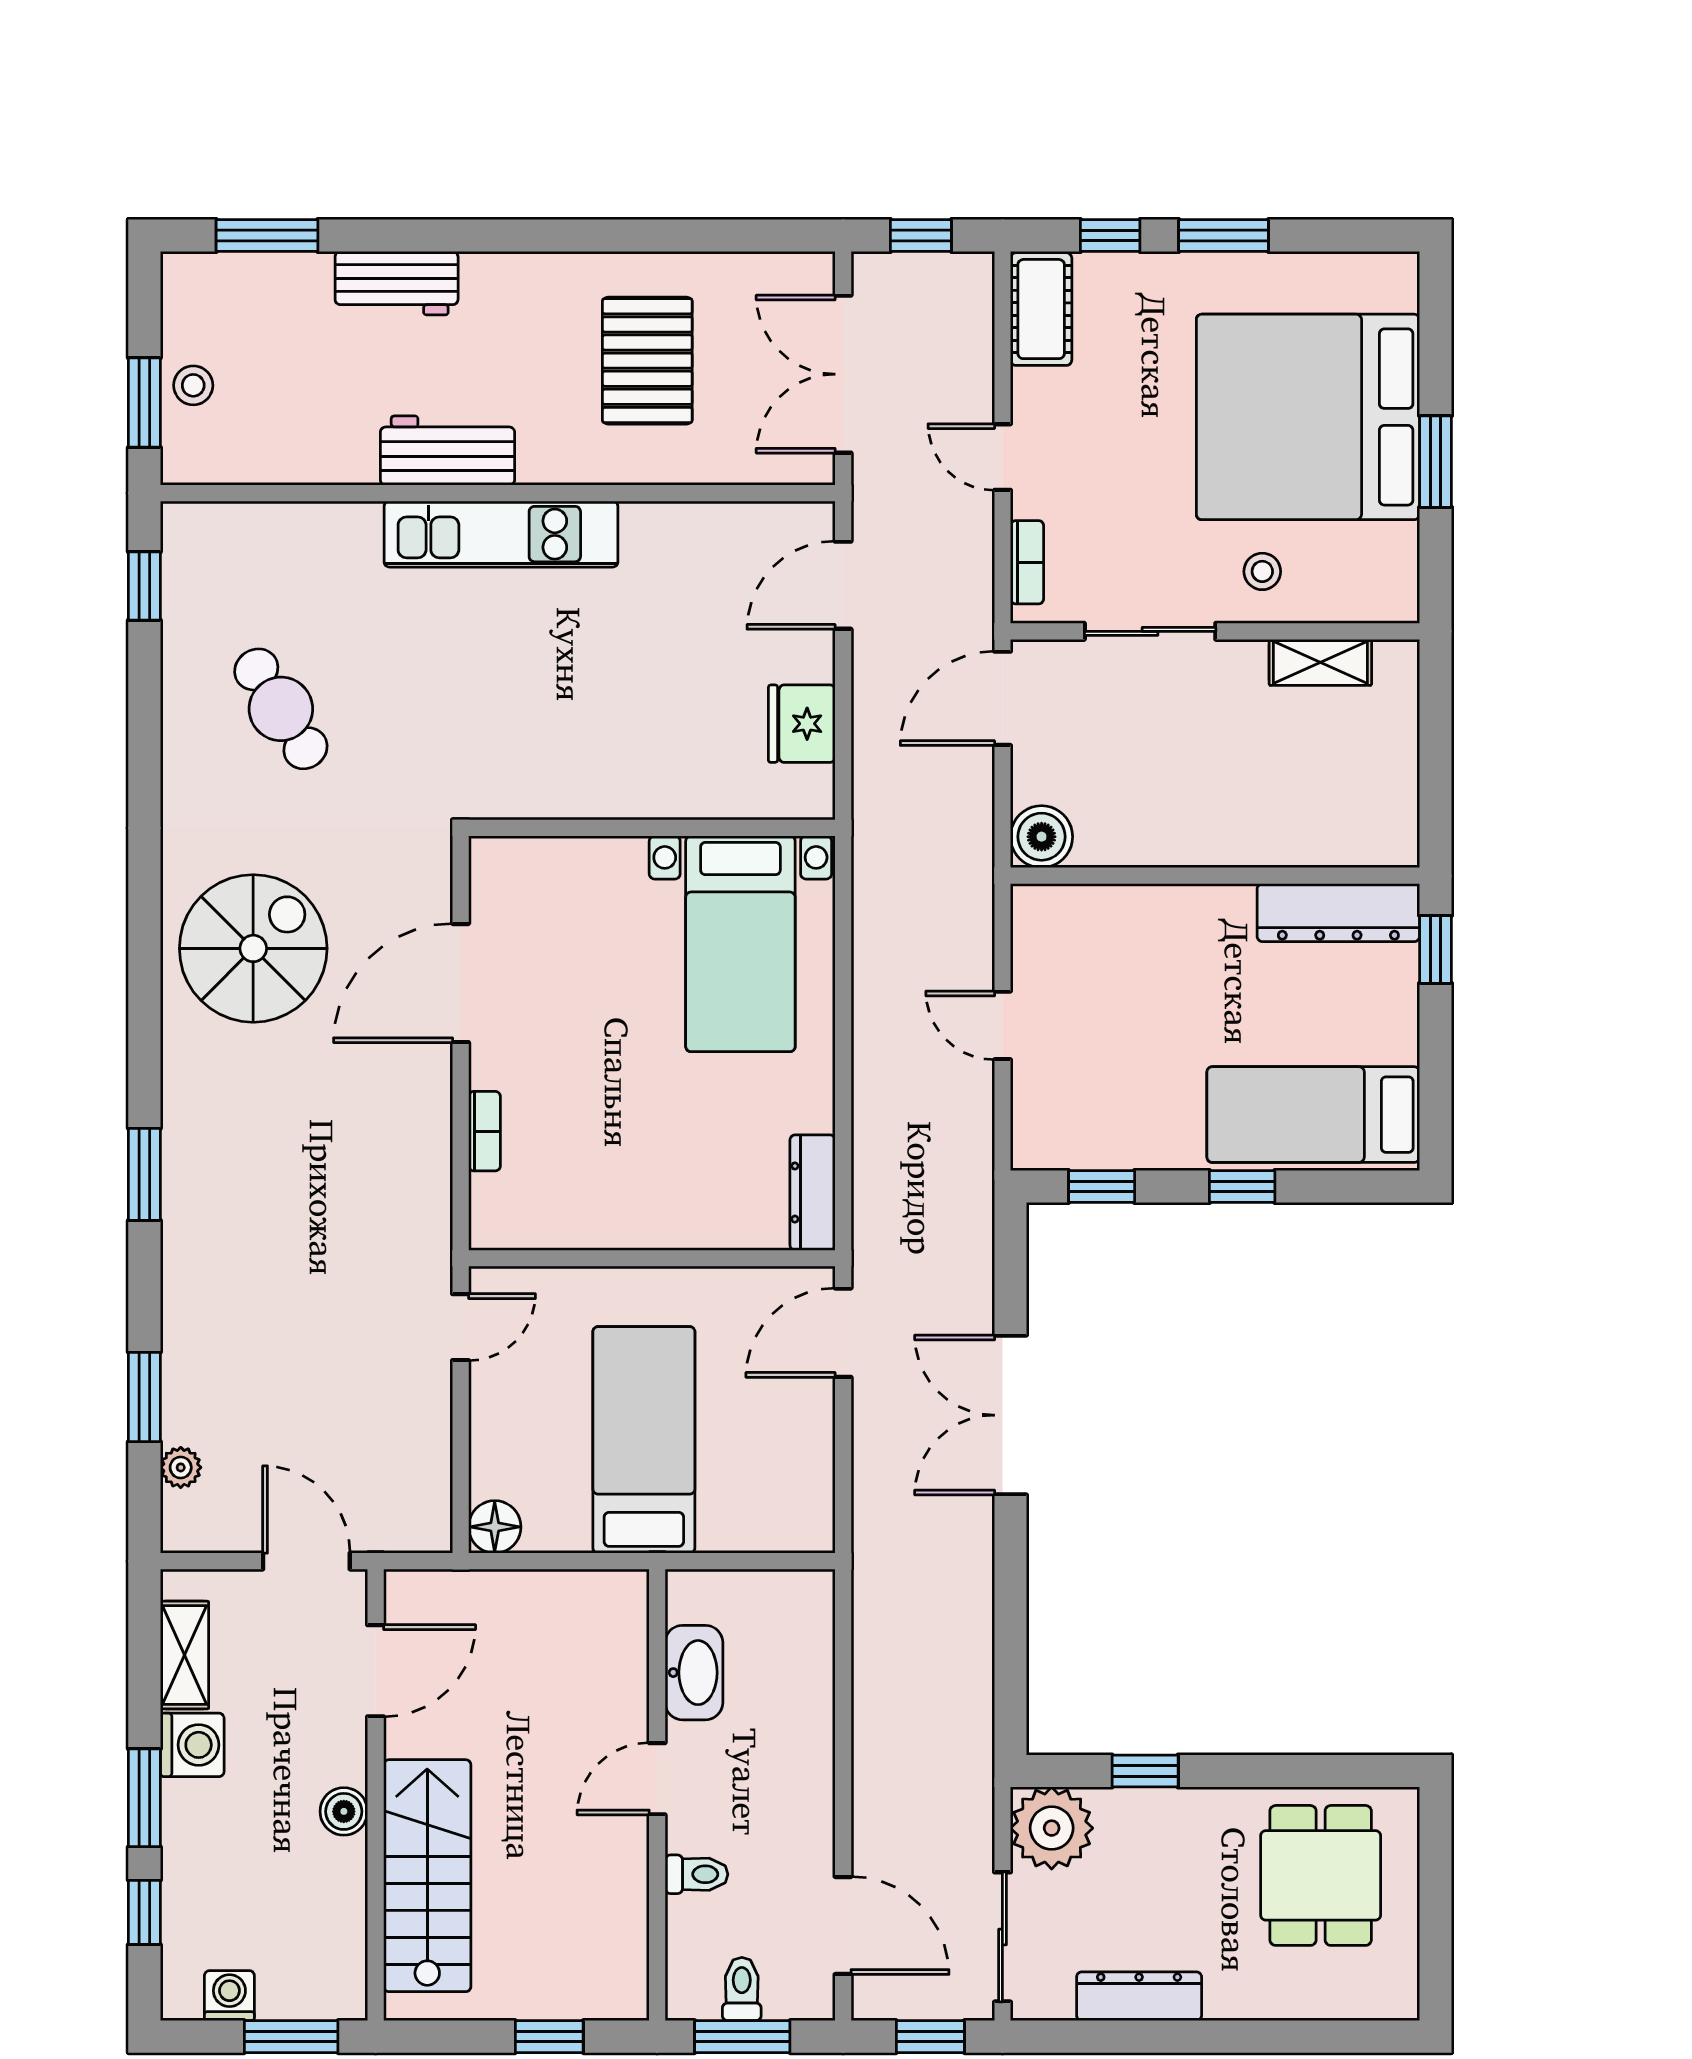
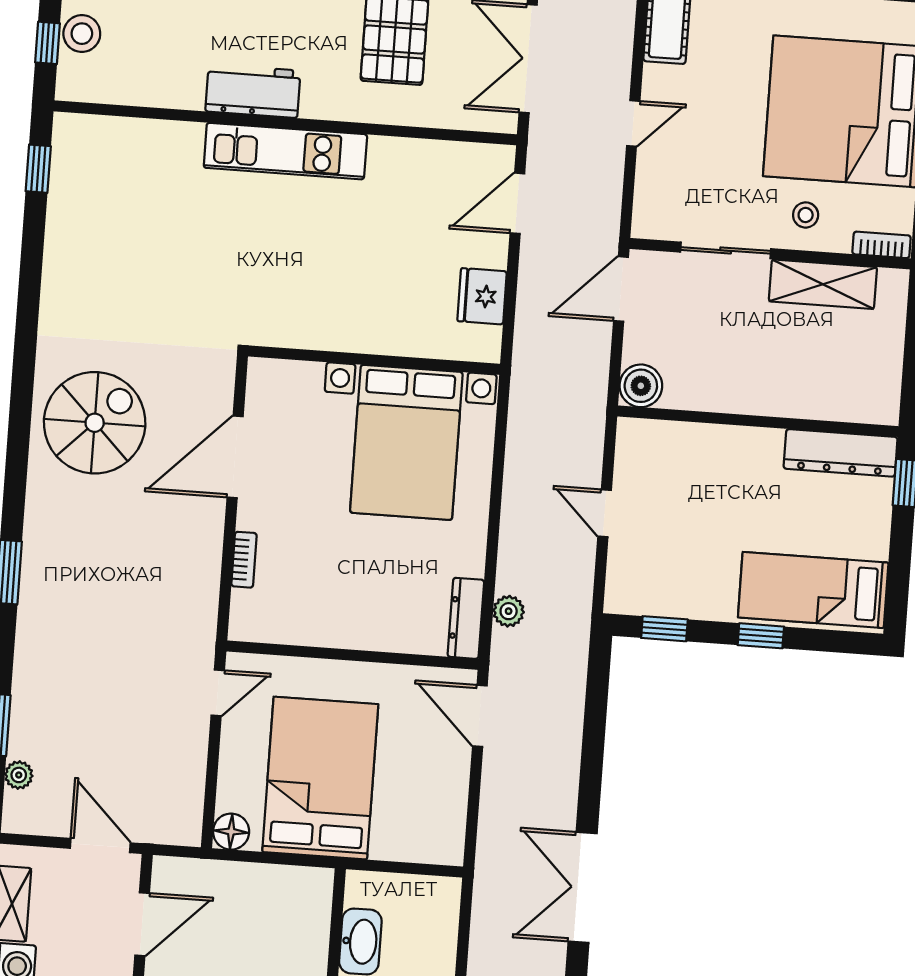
stool: (193, 385) -> (82, 34), width x1.37, depth x1.37
window: (144, 403) -> (48, 43), width x0.67
door: (1002, 457) -> (633, 123), swing flipped
bookcase: (1027, 562) -> (882, 245), moved, turned -90
shelving: (1320, 662) -> (823, 284), width x1.50, depth x1.33
cafe table: (281, 709) -> (126, 260), removed
bed with nightstands: (740, 944) -> (406, 442), width x1.36
plant: (874, 1178) -> (509, 611), added
door: (843, 1333) -> (480, 716), hinge flipped
double door: (1010, 1415) -> (583, 887), moved
bed: (644, 1440) -> (320, 778), width x1.50

